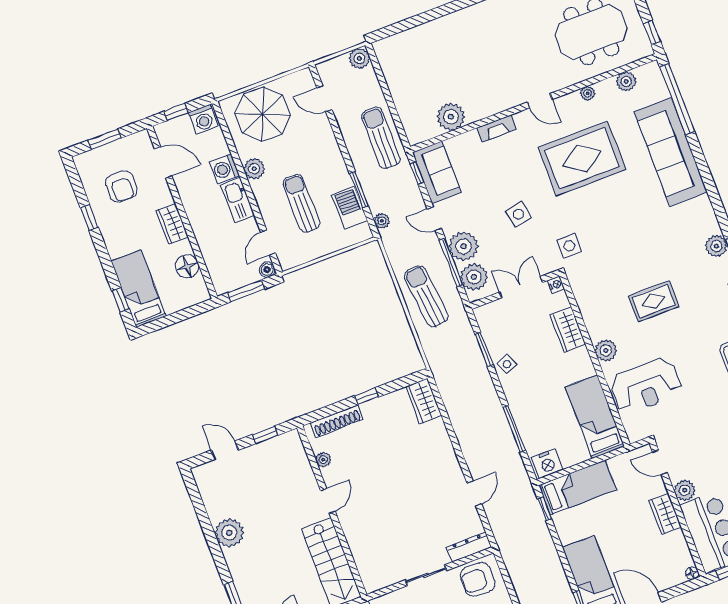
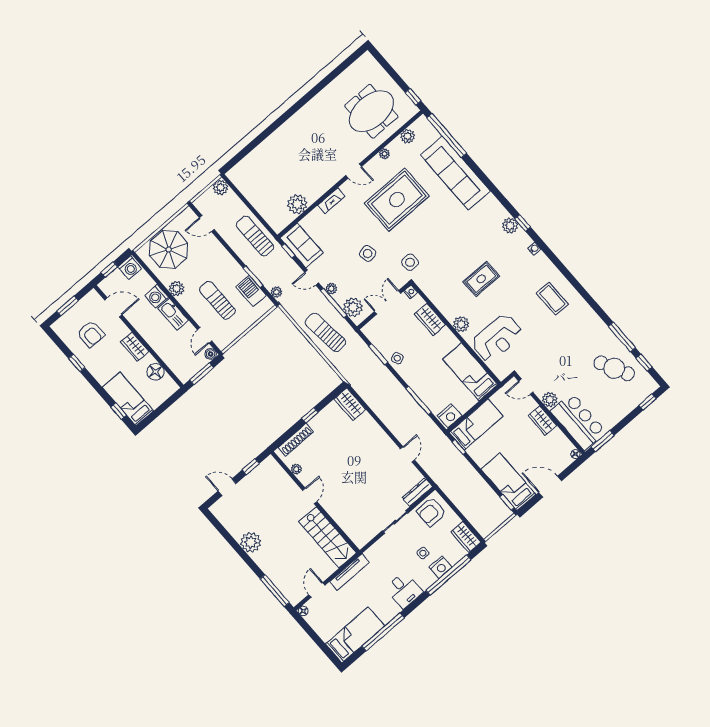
plant: (463, 246) -> (331, 289), width x0.53, depth x0.53

